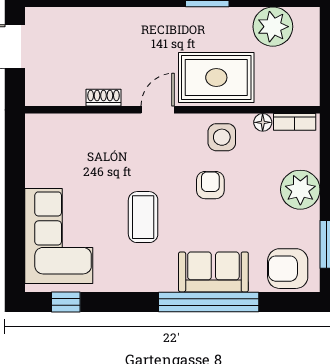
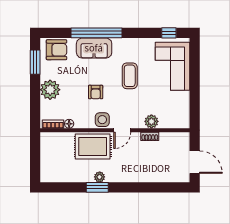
plant: (273, 27) -> (100, 177), moved, width x0.53, depth x0.53
plant: (100, 127) -> (151, 121), added
side table: (222, 137) -> (102, 120), moved

